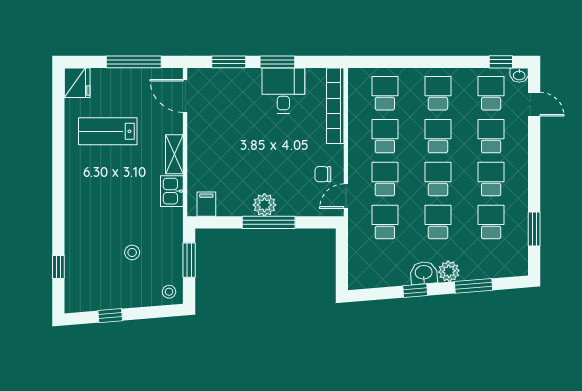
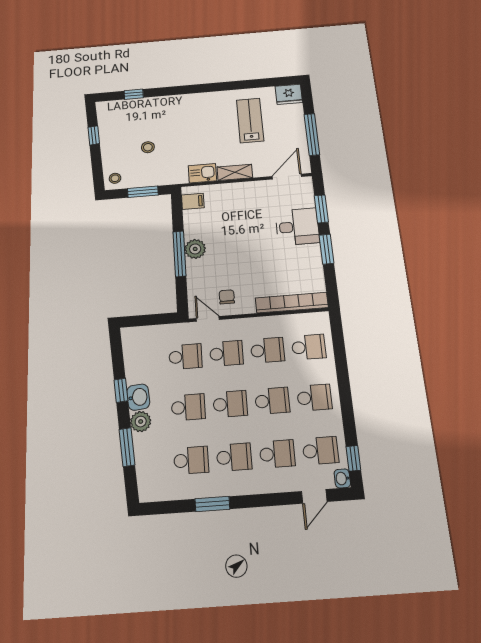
desk: (283, 91) -> (297, 227), moved
window: (534, 229) -> (212, 504), moved

